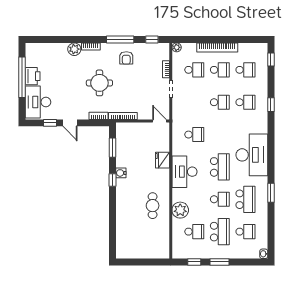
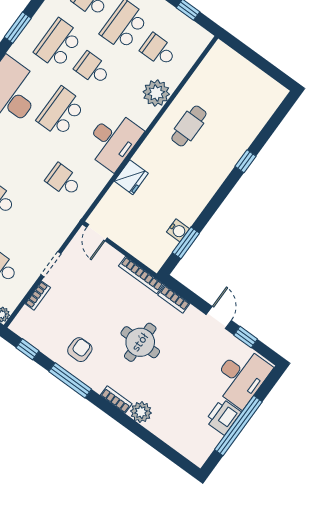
water cooler: (121, 173) -> (178, 230), moved
window: (112, 180) -> (246, 161), moved

